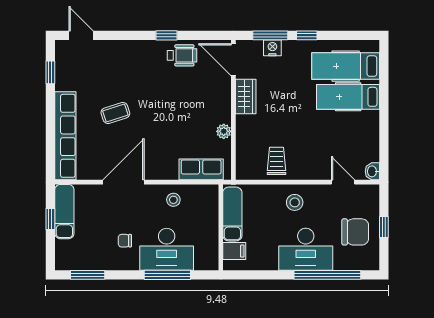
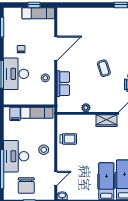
coffee table: (115, 113) -> (104, 68), moved
row of seats: (65, 136) -> (83, 14), removed
row of seats: (201, 169) -> (63, 84), moved
door: (123, 182) -> (56, 48), hinge flipped

